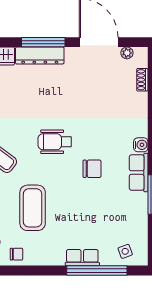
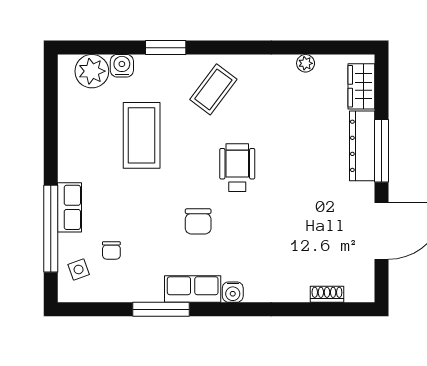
plant: (127, 53) -> (366, 272), removed
coffee table: (33, 208) -> (142, 135), turned 90
chair: (17, 254) -> (111, 250), moved

